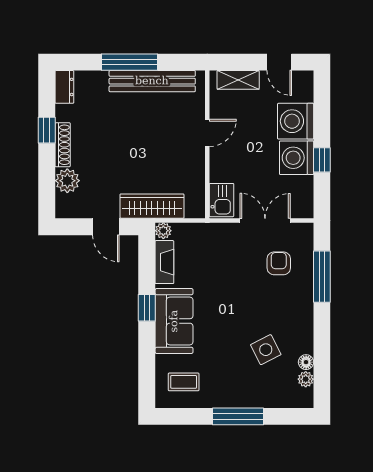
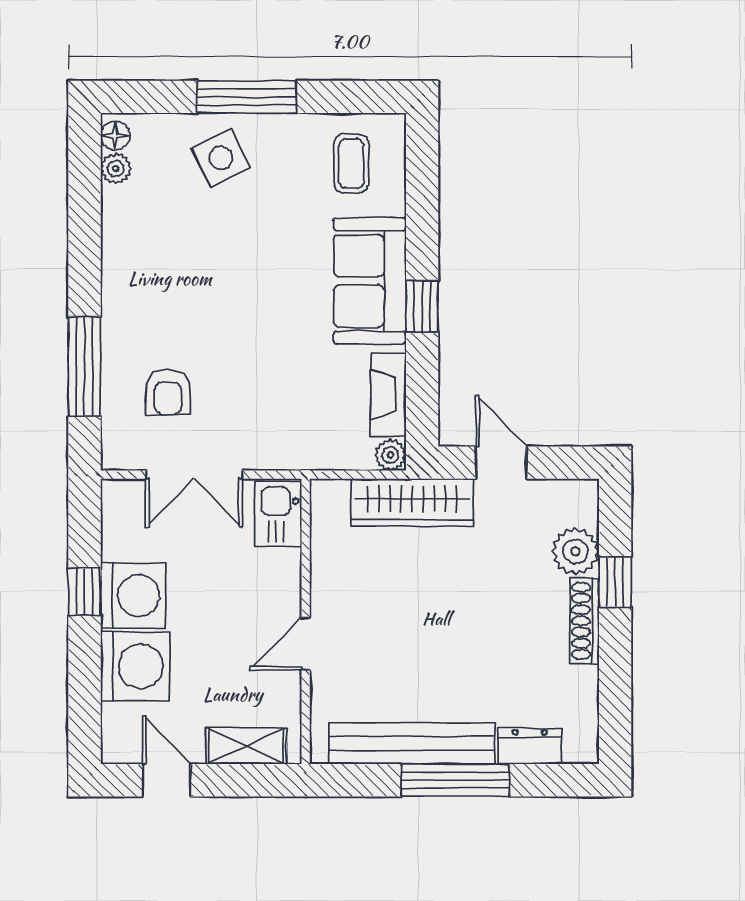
dresser: (64, 87) -> (530, 746), moved, turned 90
window: (47, 130) -> (615, 582), moved
side table: (266, 350) -> (221, 158), moved
floor lamp: (306, 362) -> (115, 136), moved
coffee table: (184, 382) -> (351, 163), turned 90

